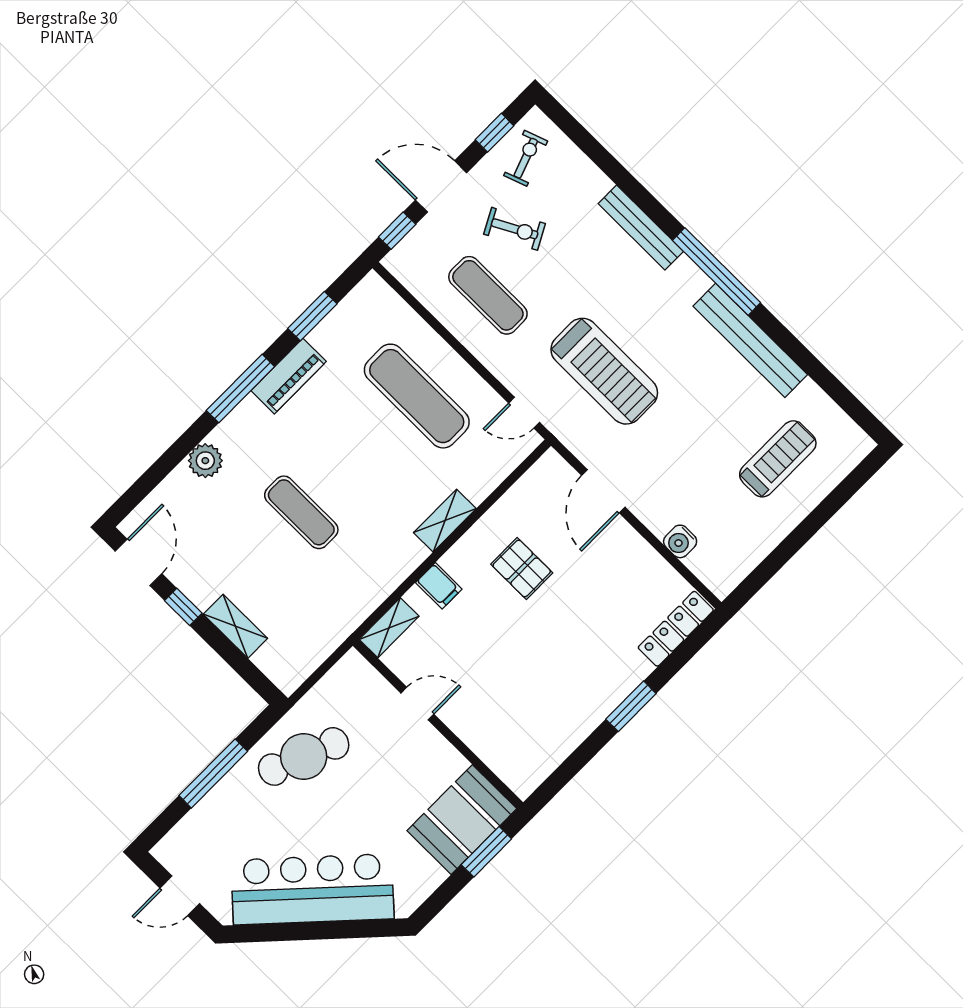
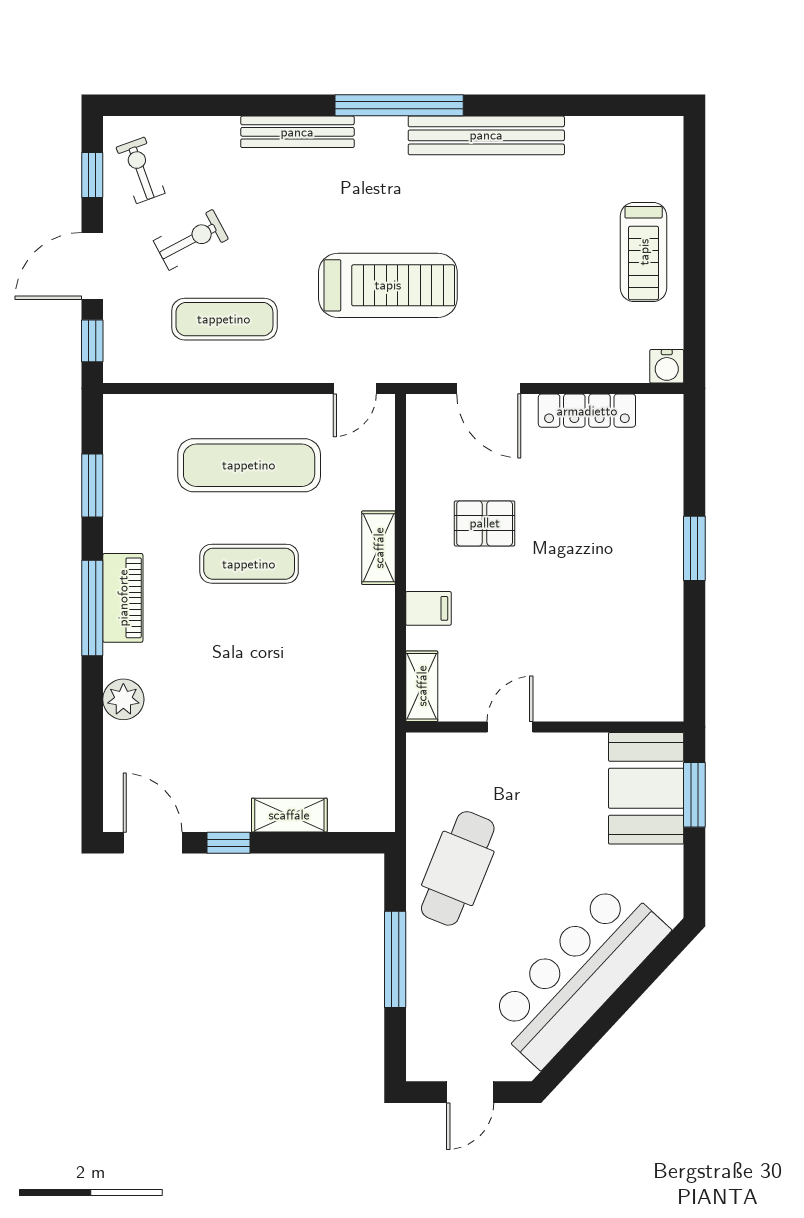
piano: (289, 376) -> (123, 598), moved
treadmill: (778, 459) -> (644, 252), moved, turned 180
exercise mat: (301, 512) -> (249, 564), moved
water cooler: (680, 541) -> (667, 366), moved
locker: (676, 629) -> (587, 411), moved, turned -90

